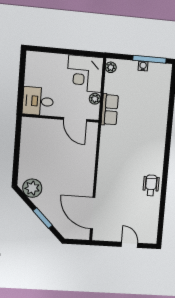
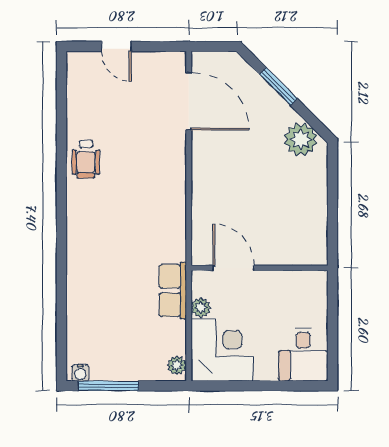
water cooler: (143, 66) -> (80, 373), moved
desk: (38, 101) -> (303, 355), moved, turned 90

